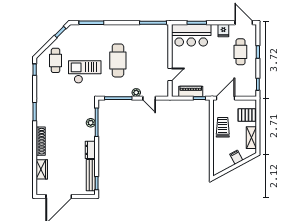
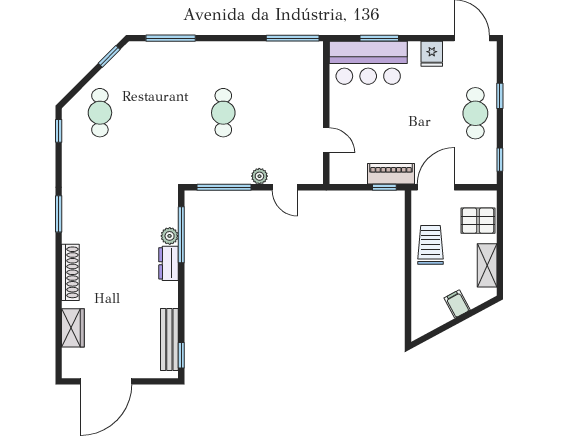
cafe table: (240, 52) -> (475, 113), moved
cafe table: (118, 60) -> (223, 113), width x0.73, depth x0.74
checkout: (85, 72) -> (158, 136), removed
door: (170, 74) -> (326, 140), hinge flipped
piano: (191, 91) -> (391, 174), moved
dresser: (90, 150) -> (168, 263), moved

